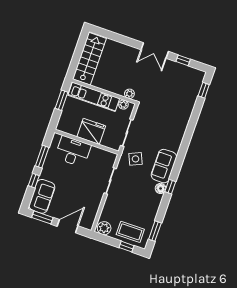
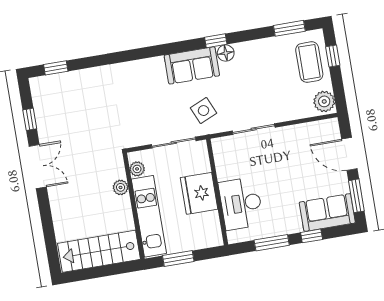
plant: (129, 94) -> (121, 187), moved

